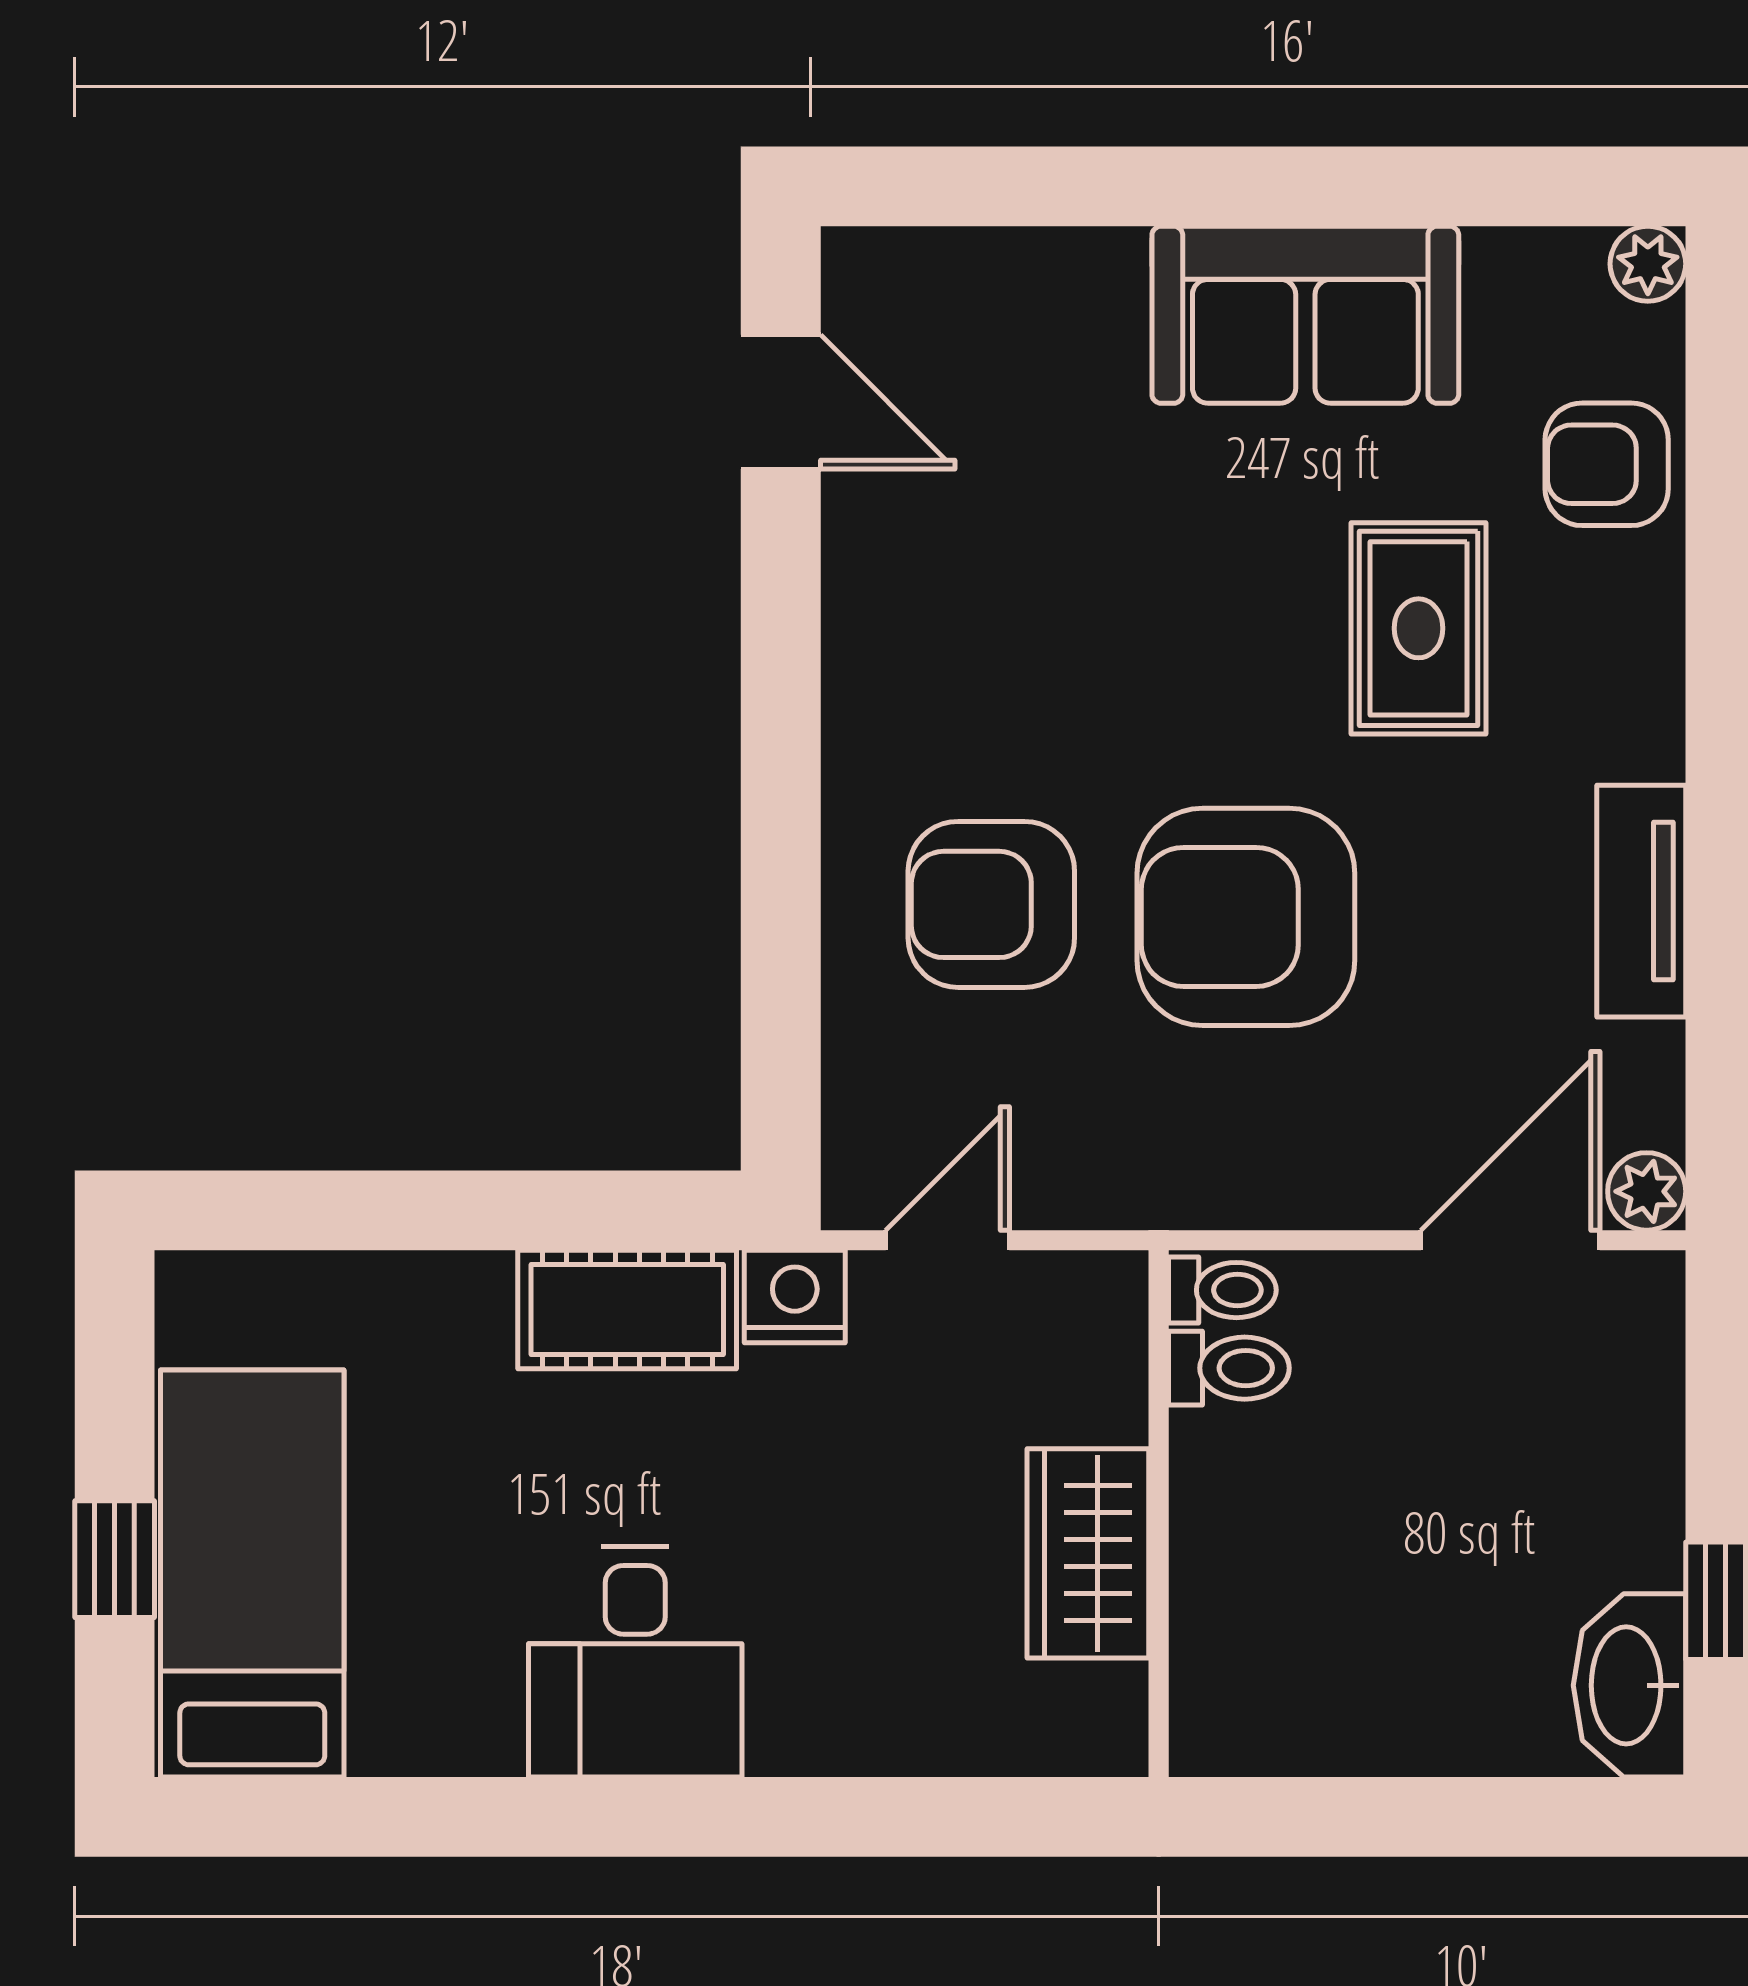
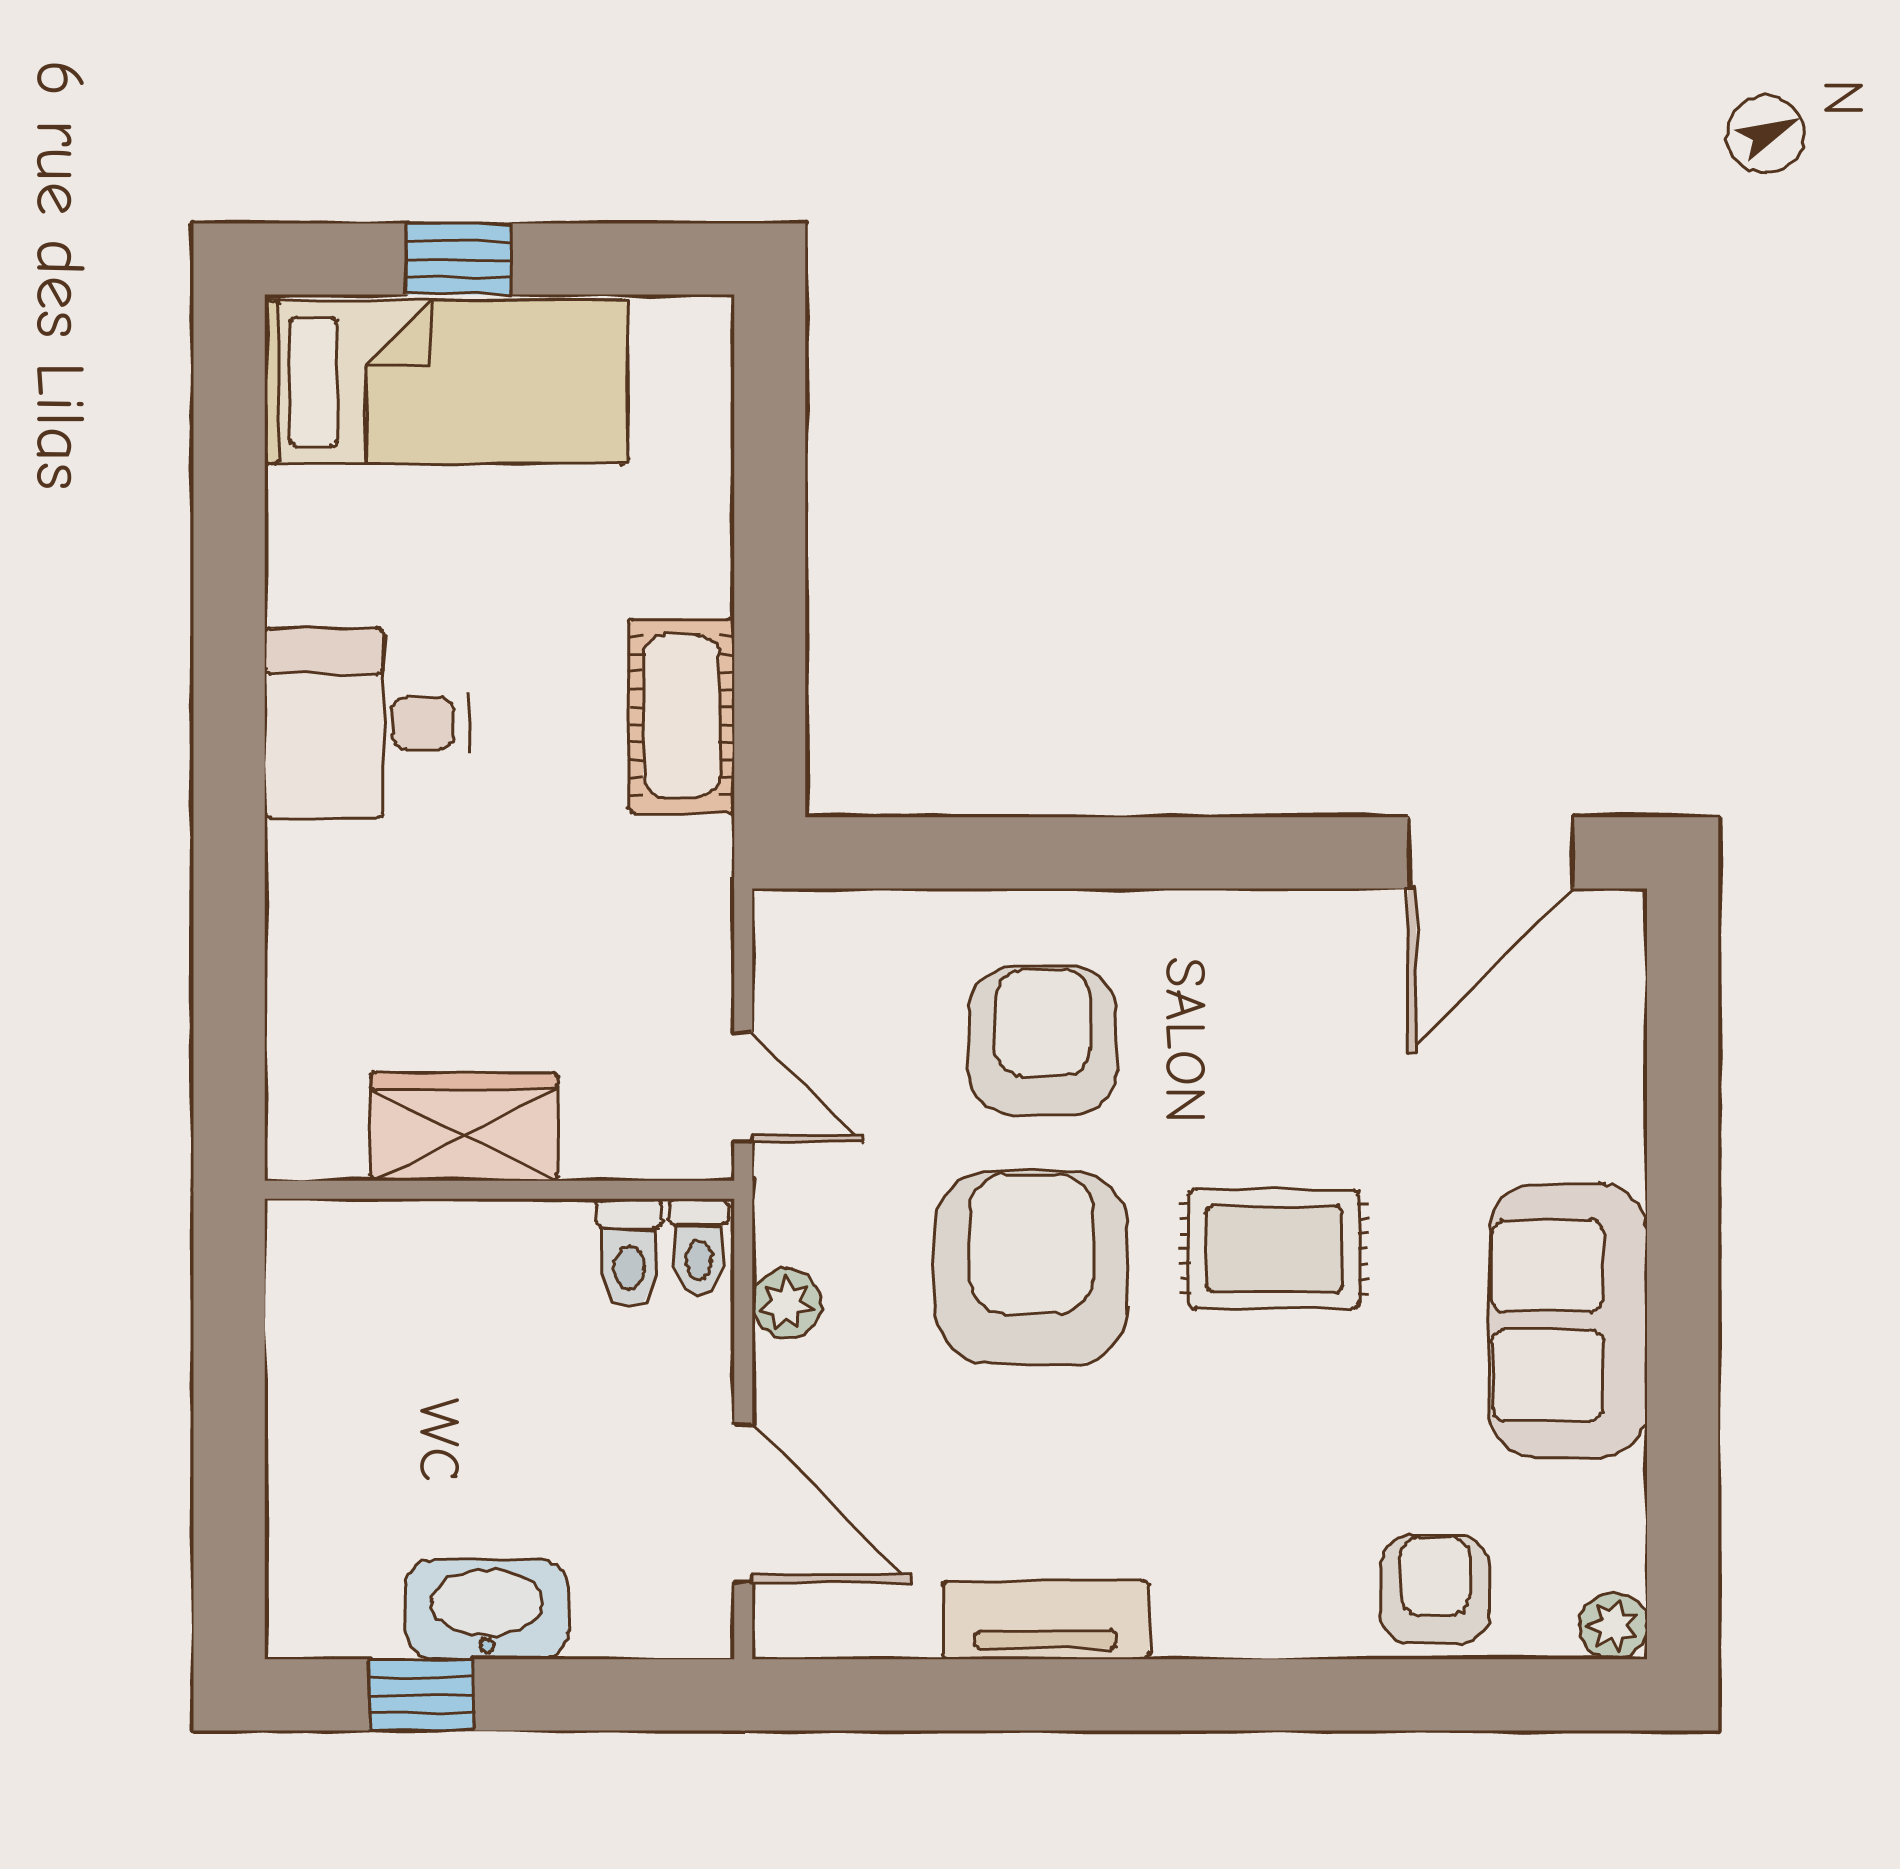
door: (781, 402) -> (1491, 853), width x1.38
rug: (1419, 628) -> (1274, 1249), moved
plant: (1647, 1191) -> (787, 1303), moved
door: (947, 1240) -> (743, 1087), moved
nightstand: (795, 1296) -> (693, 865), removed
washbasin: (1629, 1685) -> (487, 1609), moved

